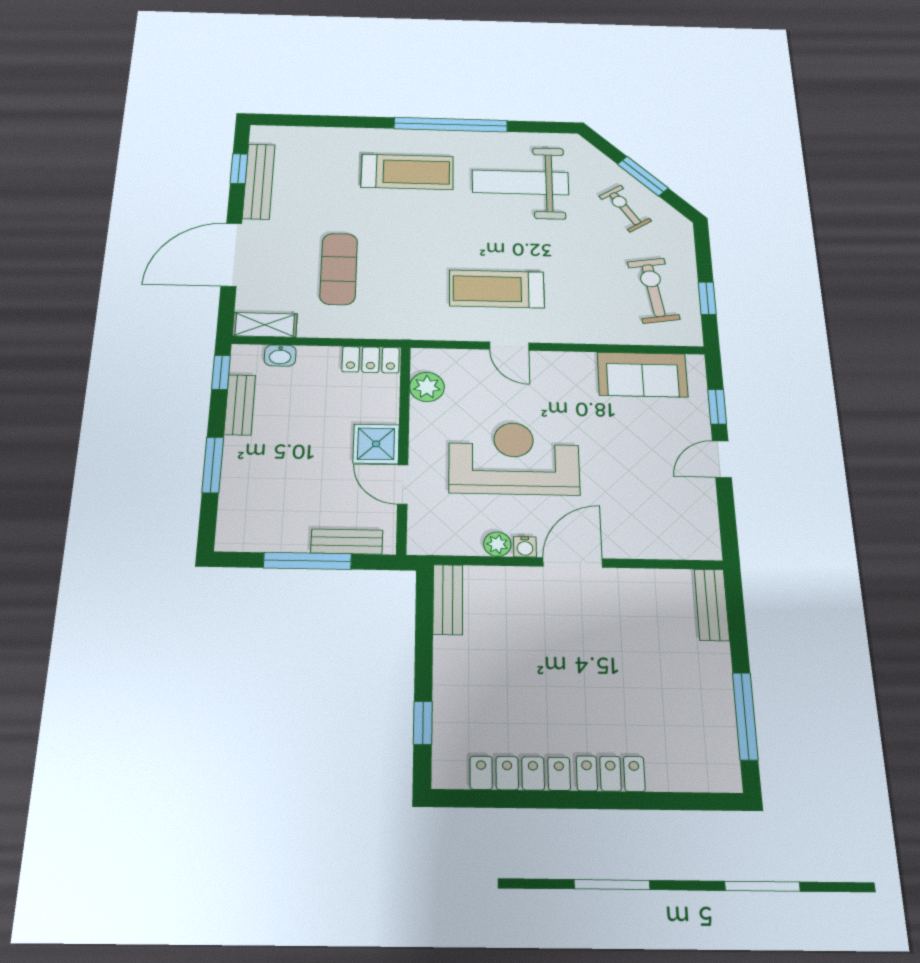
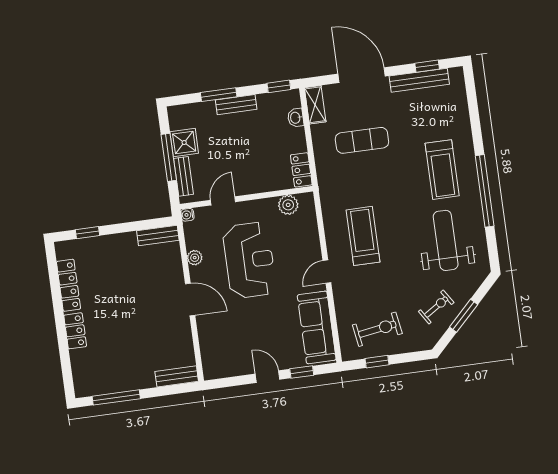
door: (509, 346) -> (327, 272), moved
sofa: (642, 375) -> (317, 327), width x1.36
bench: (240, 405) -> (236, 105), moved
shower: (376, 444) -> (184, 143), moved
water cooler: (525, 547) -> (187, 215), moved

